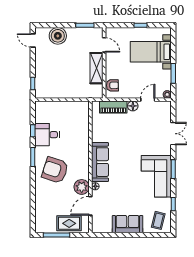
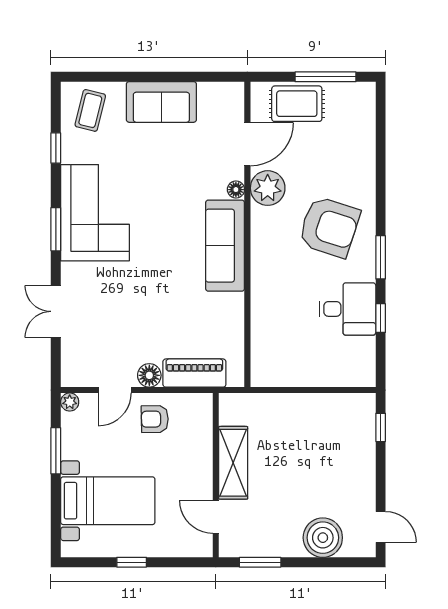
armchair: (112, 85) -> (155, 419), moved

